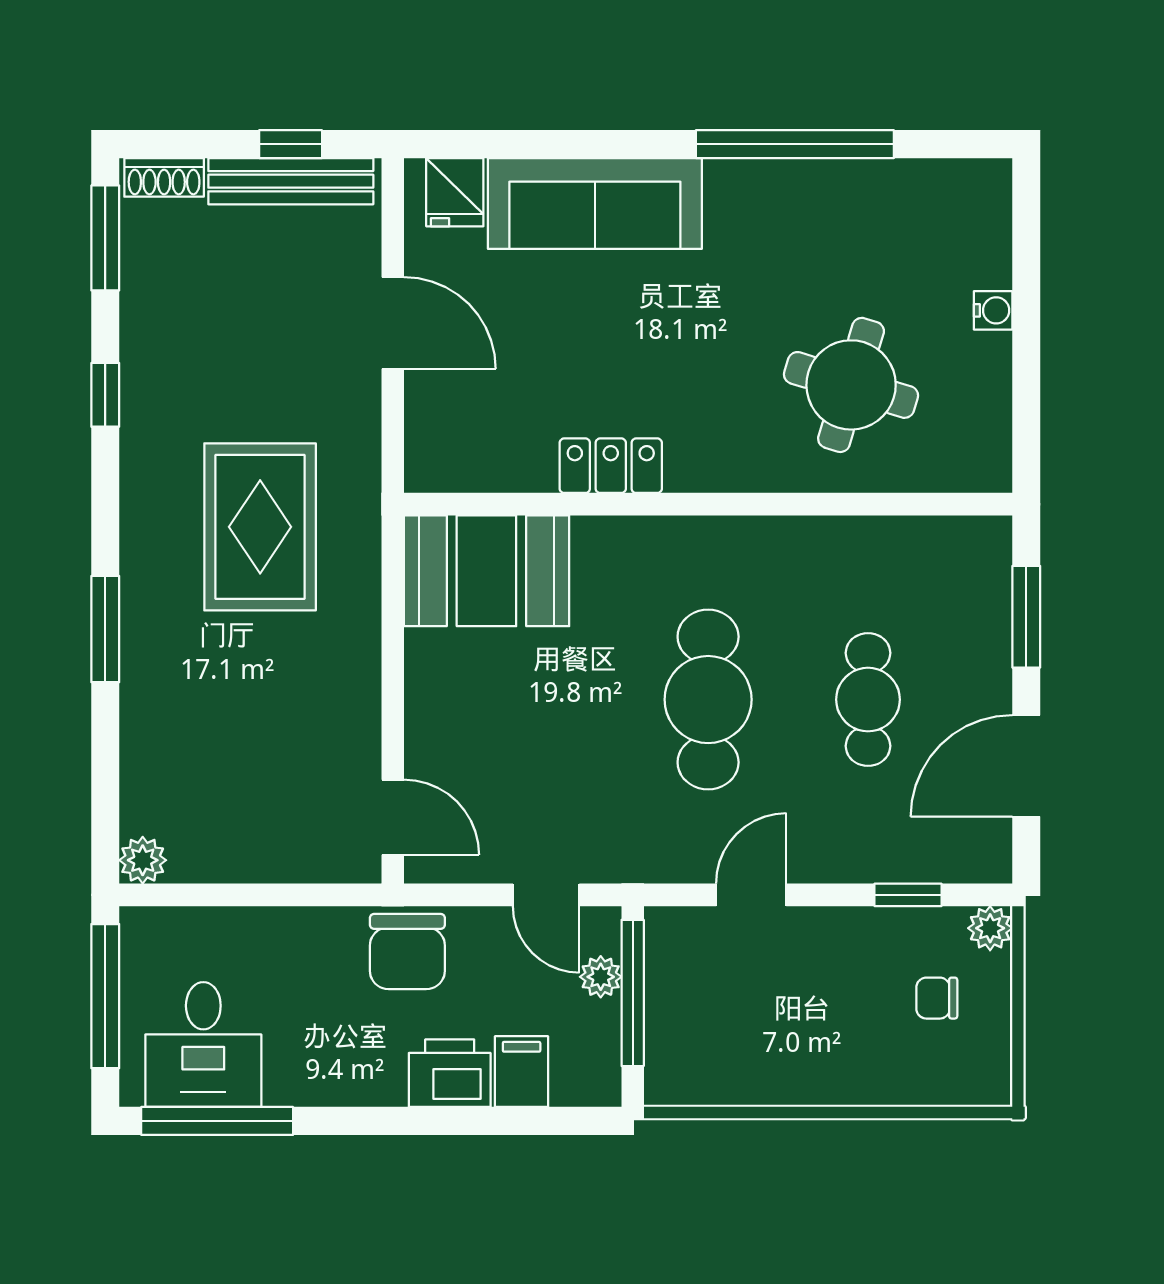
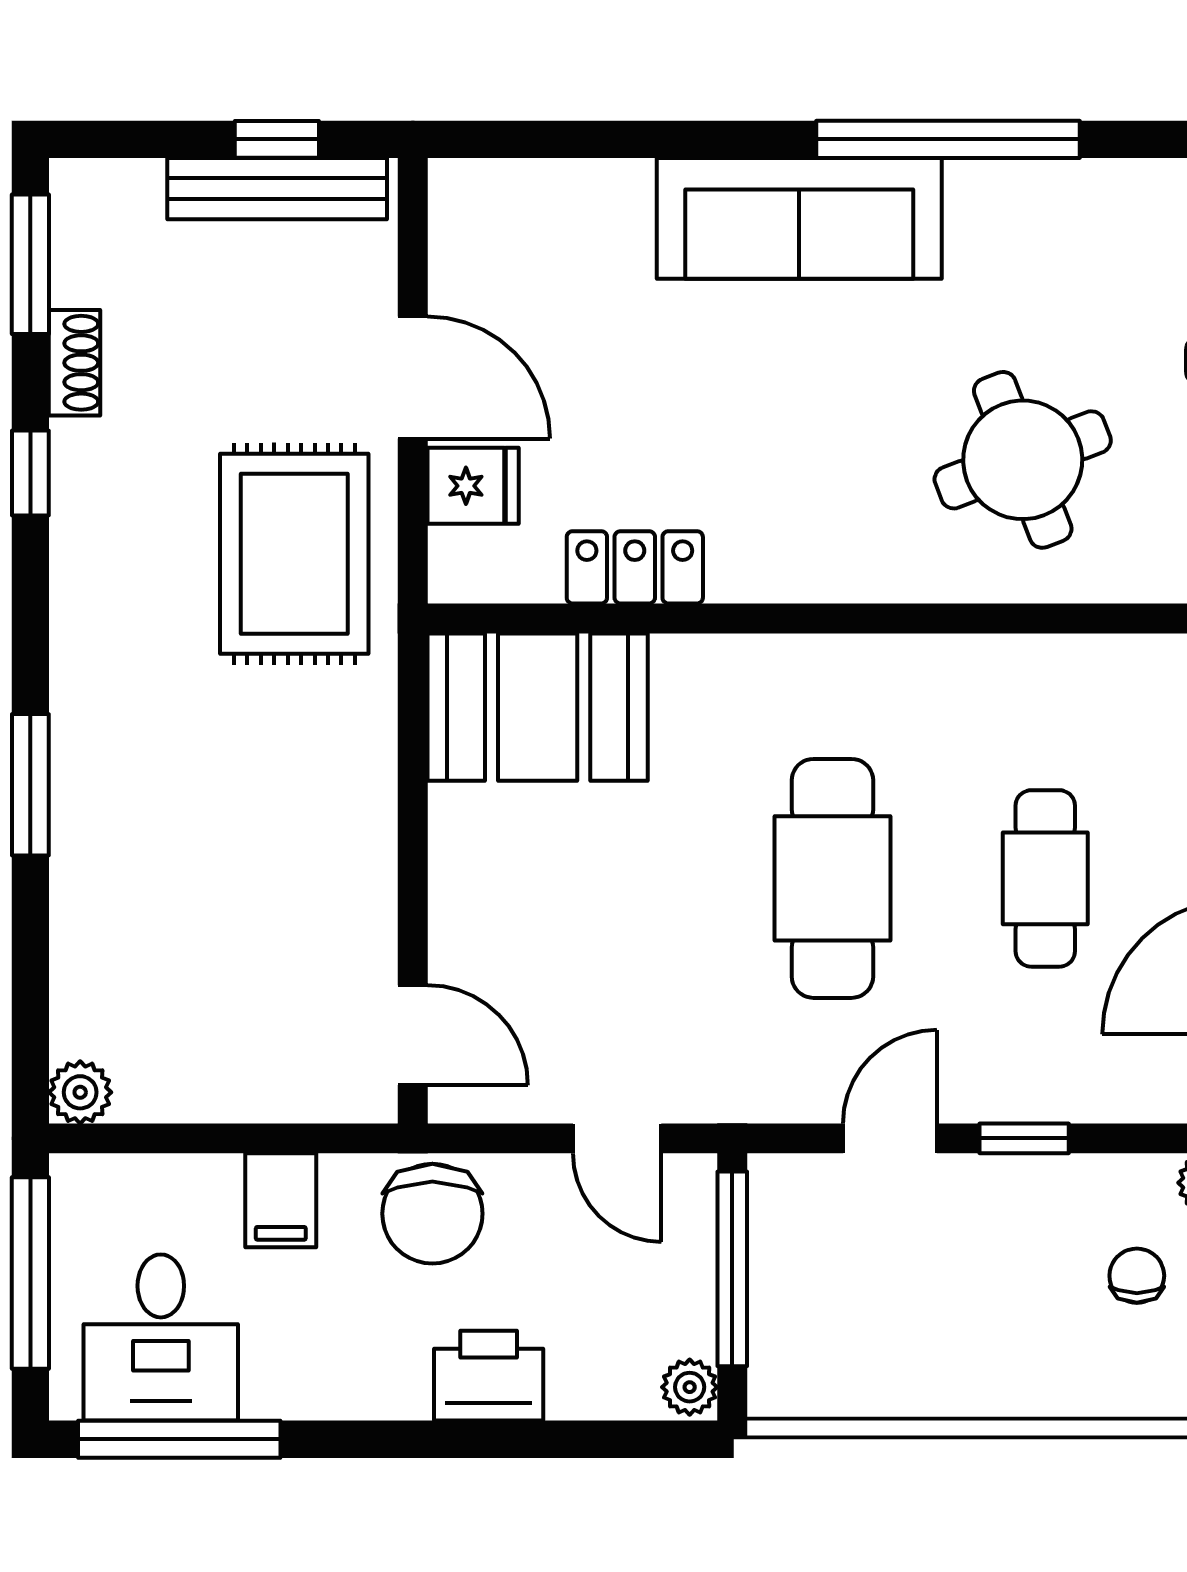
shoe rack: (164, 177) -> (75, 363), moved, turned -90
fridge: (455, 192) -> (473, 486), moved, turned -90
sofa: (595, 204) -> (799, 218), moved
round table: (851, 385) -> (1023, 460), turned -38
locker: (611, 466) -> (635, 567), moved
rug: (260, 527) -> (294, 554), moved
window: (908, 895) -> (1024, 1138), moved
plant: (601, 977) -> (690, 1387), moved
chair: (937, 998) -> (1137, 1276), turned 90
filing cabinet: (522, 1072) -> (281, 1200), moved, turned 180

